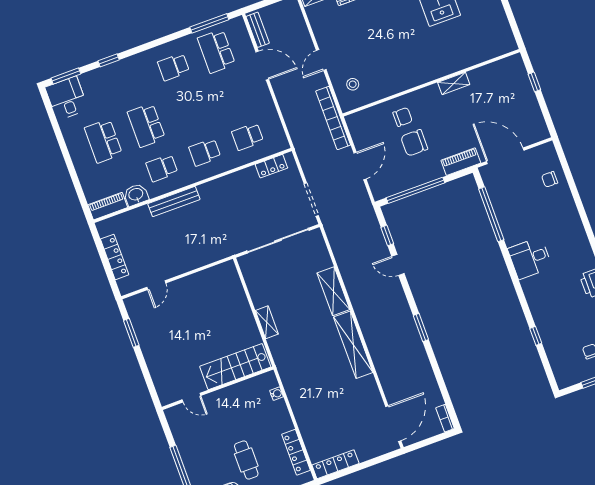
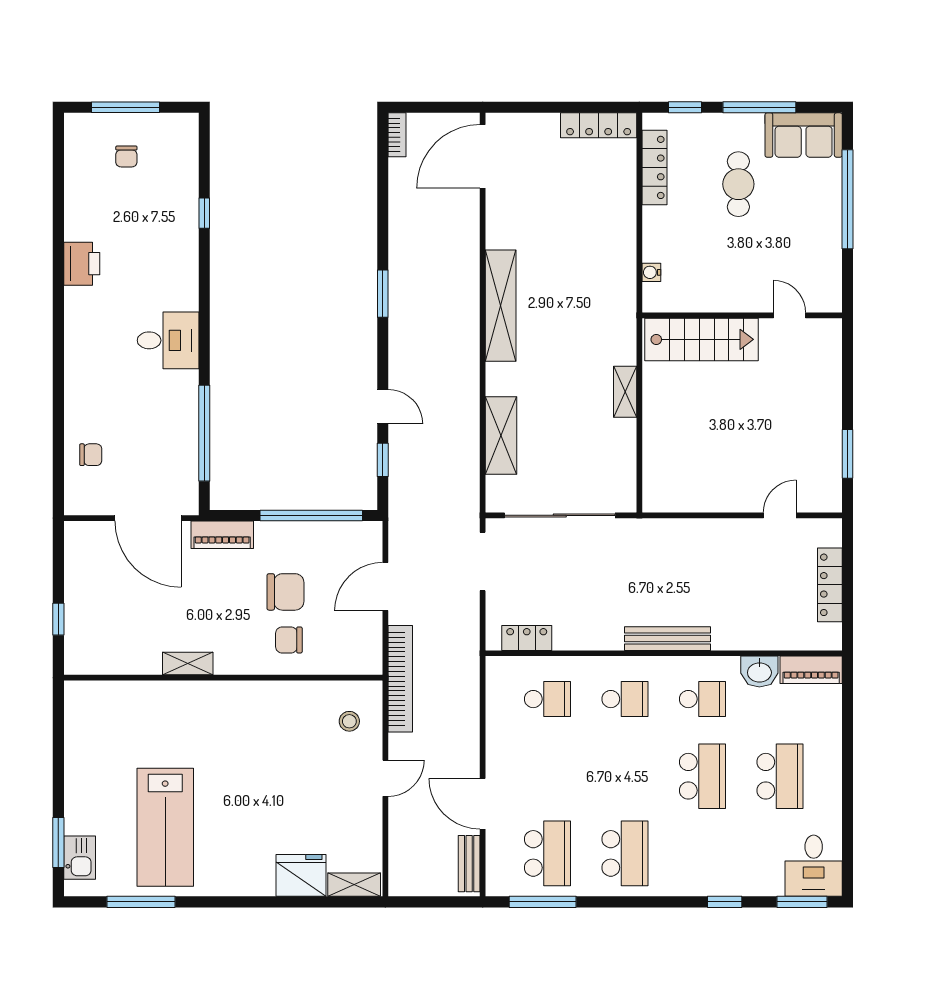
school desk: (174, 67) -> (625, 853), width x1.85
bench: (174, 202) -> (668, 639), moved
shelving: (333, 291) -> (501, 435), moved

